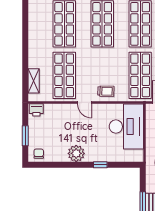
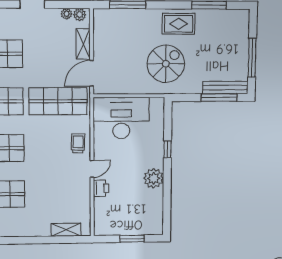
shop shelf: (64, 75) -> (59, 194), removed
printer: (36, 110) -> (101, 188), moved
chair: (39, 154) -> (154, 223), removed

